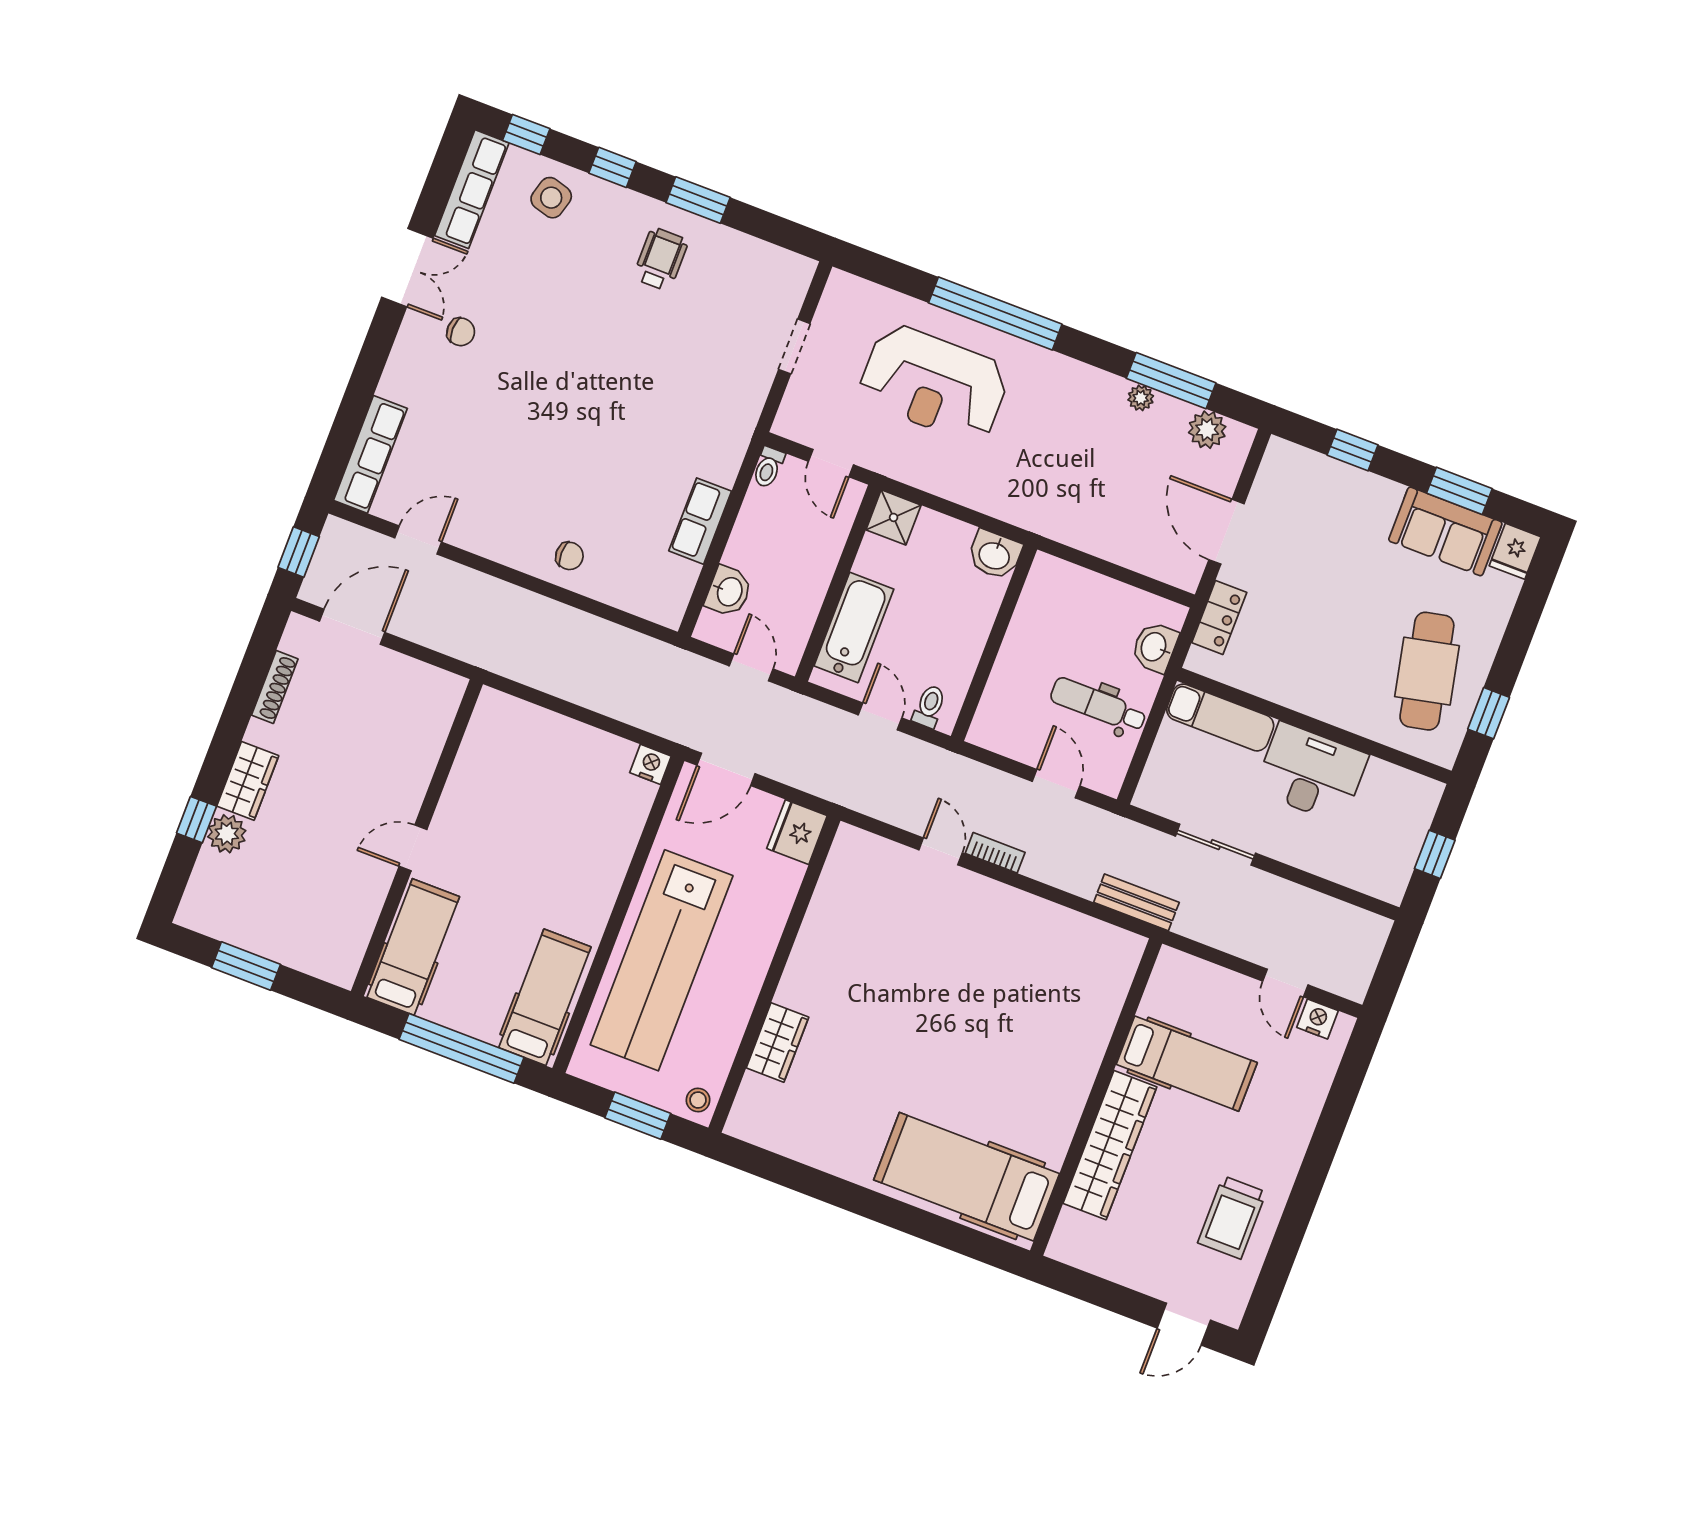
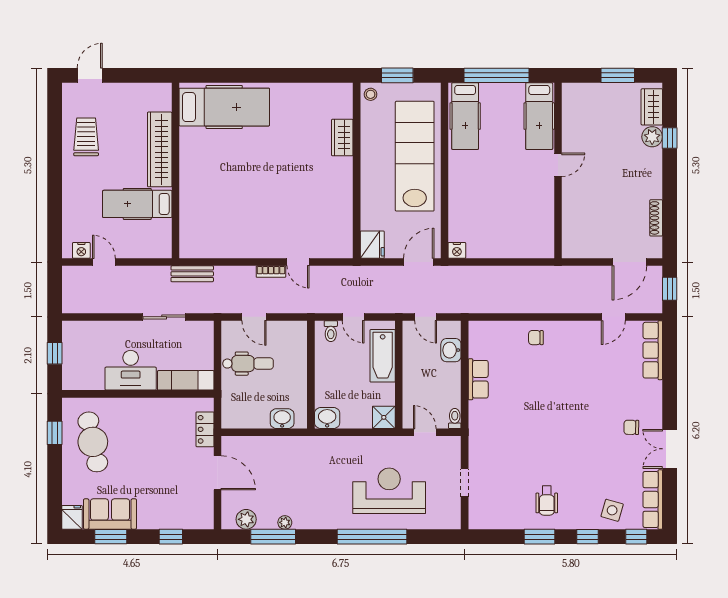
washbasin: (1155, 647) -> (282, 419), moved, turned -90
wardrobe: (248, 781) -> (652, 107), moved

